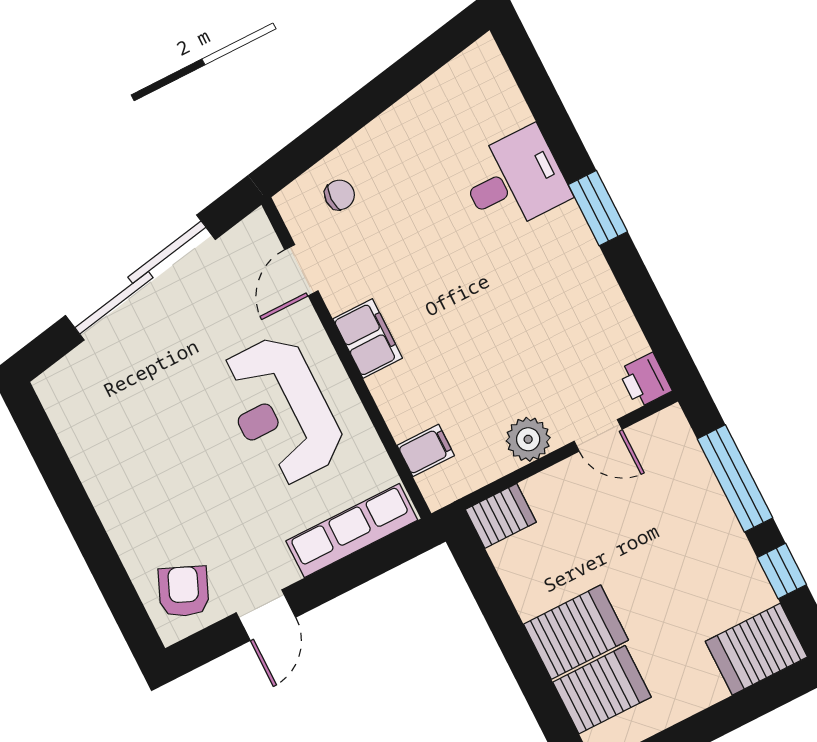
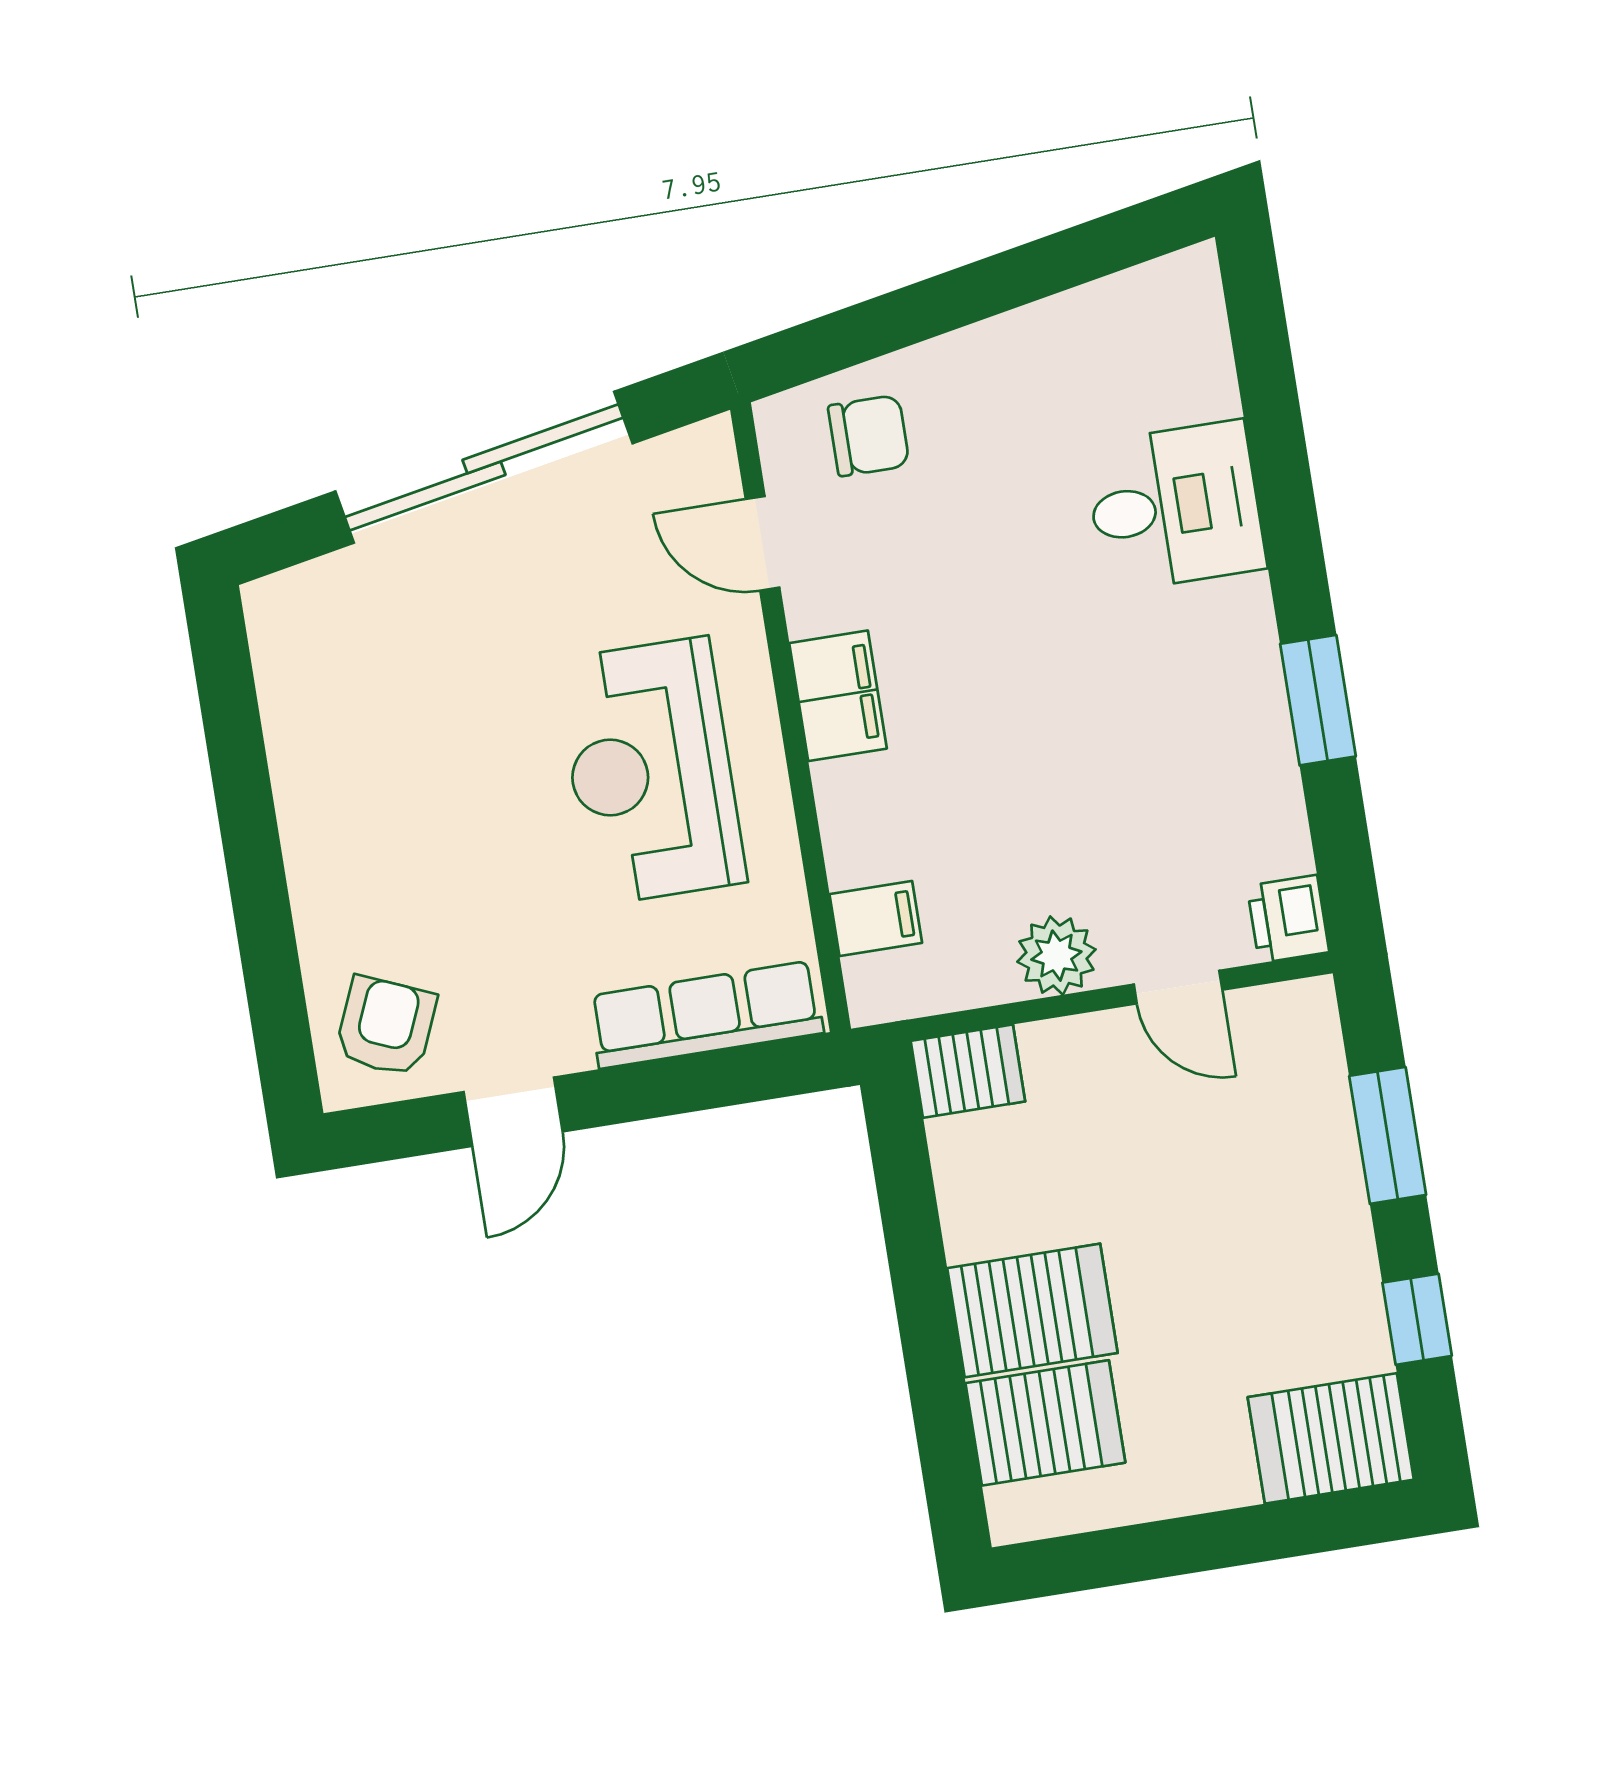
chair: (340, 195) -> (869, 436), width x1.37, depth x1.37
window: (598, 208) -> (1318, 700), moved
door: (301, 270) -> (762, 543), hinge flipped
window: (735, 478) -> (1388, 1135), width x0.69

